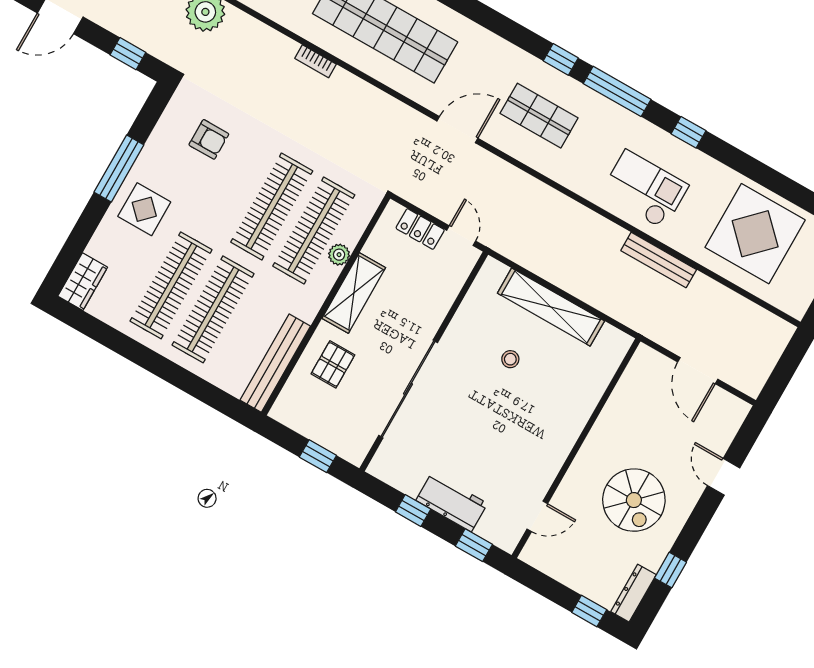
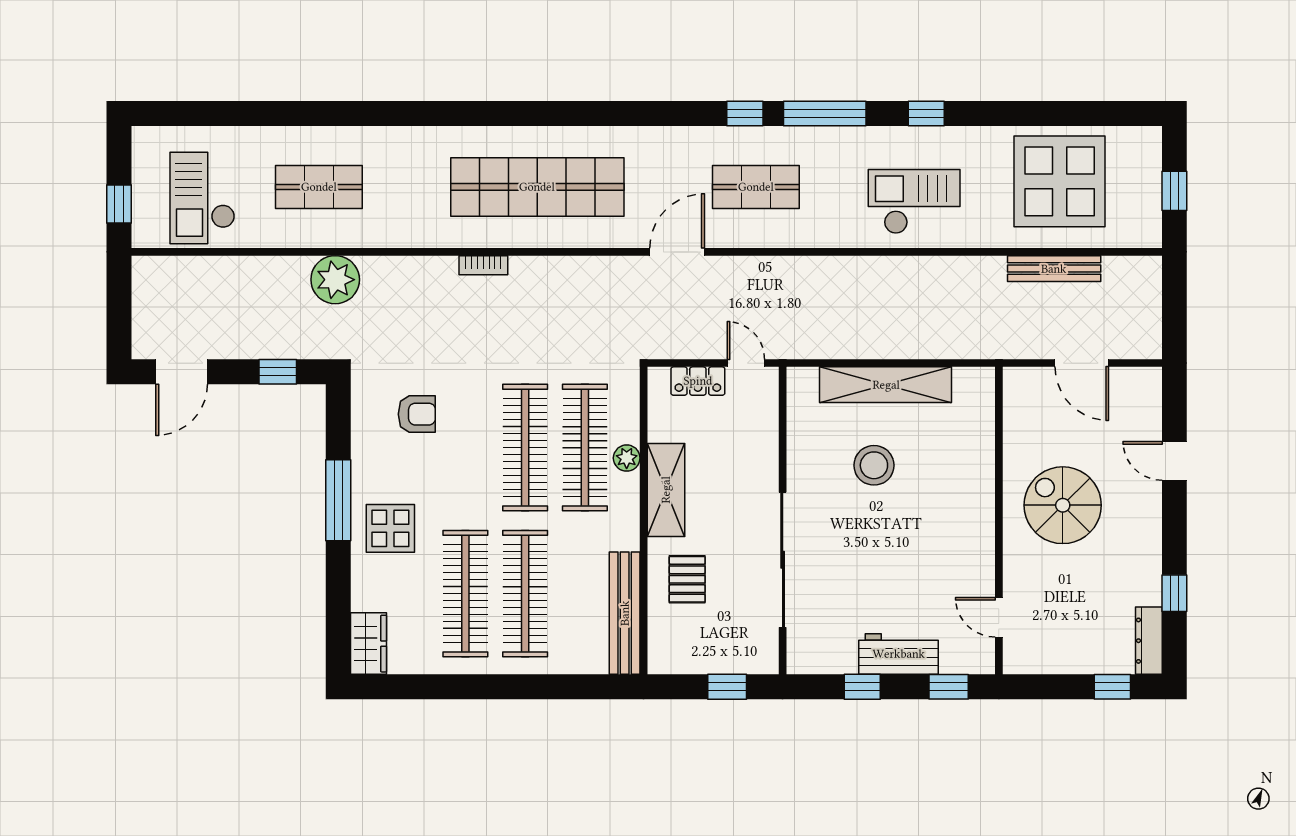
bench: (659, 260) -> (1054, 269), moved
stool: (510, 359) -> (874, 465), width x1.89, depth x1.89
spiral stairs: (634, 500) -> (1063, 505), moved, turned 180
door: (537, 516) -> (999, 617), swing flipped

